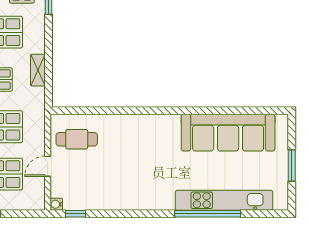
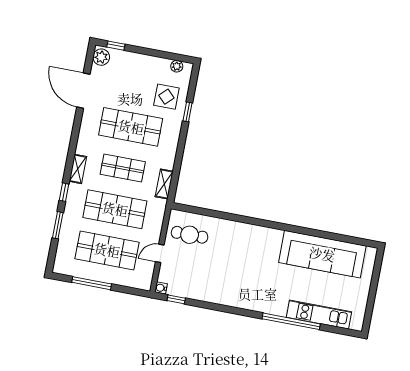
shelving: (38, 70) -> (164, 184), moved
window: (292, 165) -> (372, 293), removed
kitchen unit: (224, 200) -> (319, 314), width x0.73

